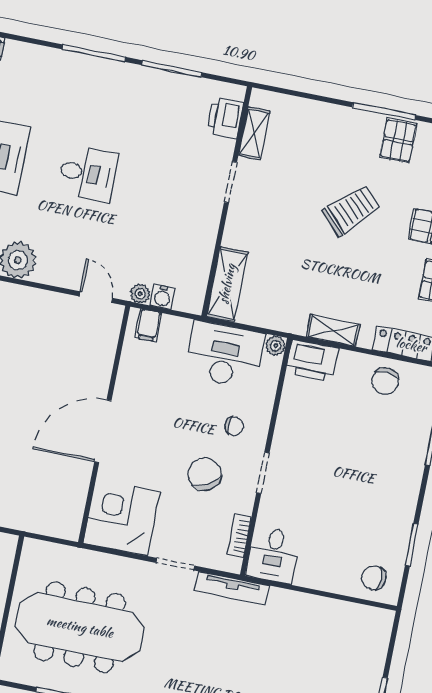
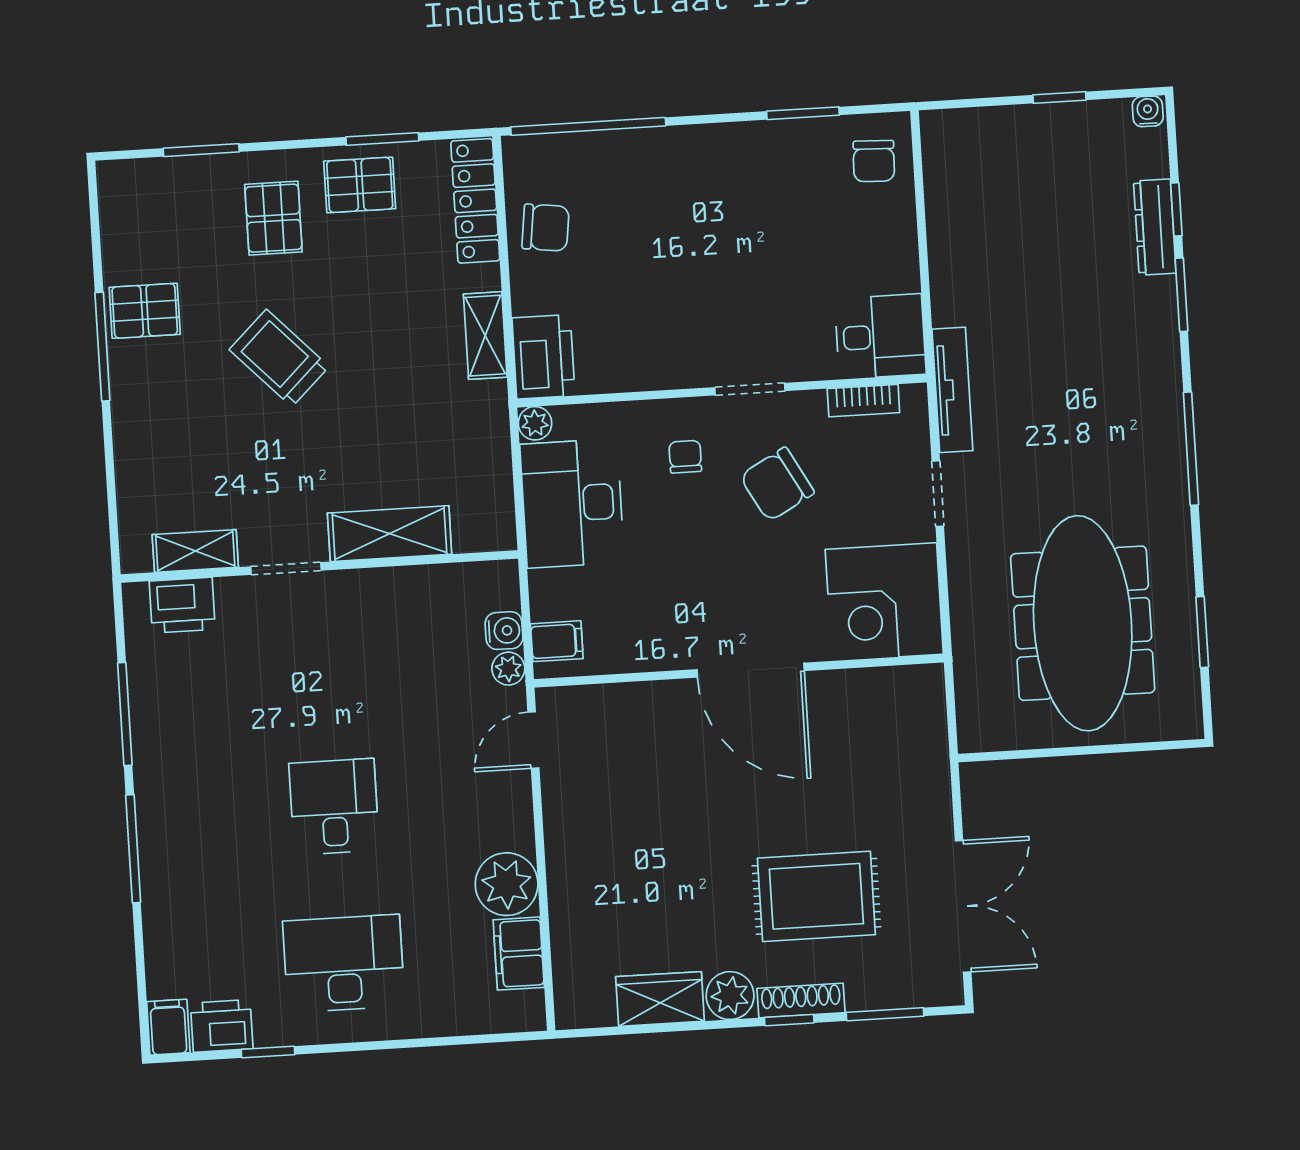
shelving: (227, 284) -> (390, 534), moved

